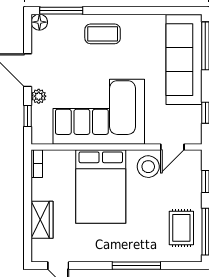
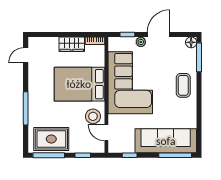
wardrobe: (42, 220) -> (72, 44), moved
rug: (181, 228) -> (51, 139), width x1.36, depth x1.43

